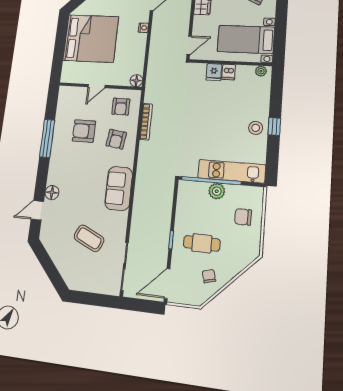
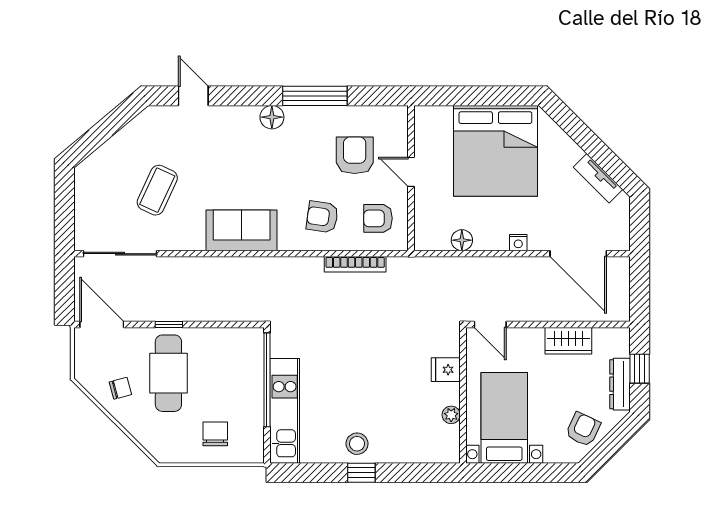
plant: (261, 71) -> (451, 415), moved
dishwasher: (229, 72) -> (447, 394), removed
floor lamp: (136, 81) -> (462, 240), moved
armchair: (84, 131) -> (355, 155), moved
plant: (217, 191) -> (251, 390), removed
floor lamp: (52, 193) -> (272, 117), moved
cafe table: (202, 243) -> (168, 373), width x1.37, depth x1.35

